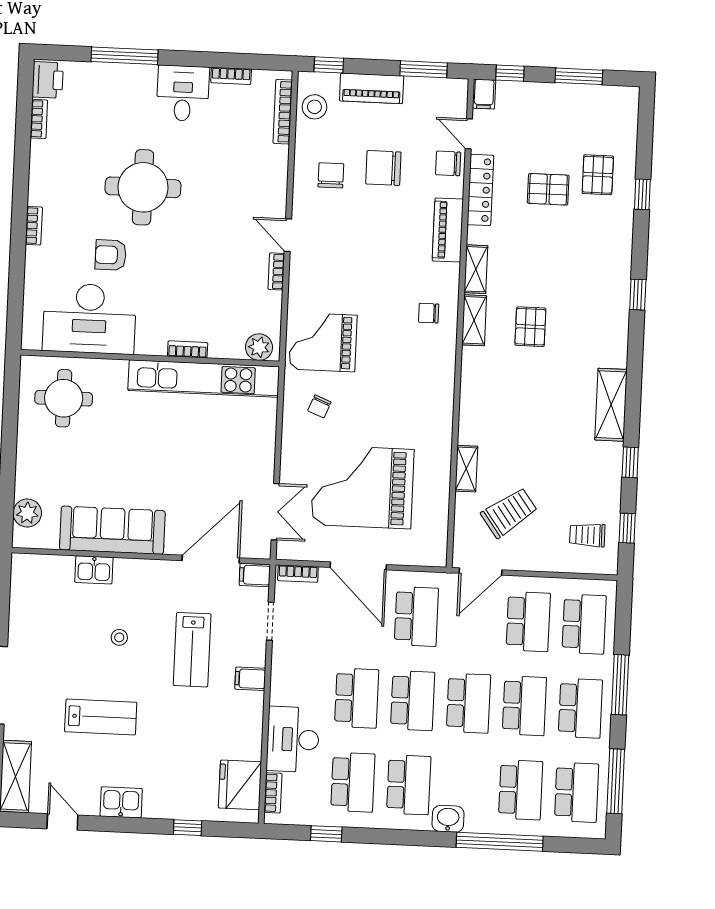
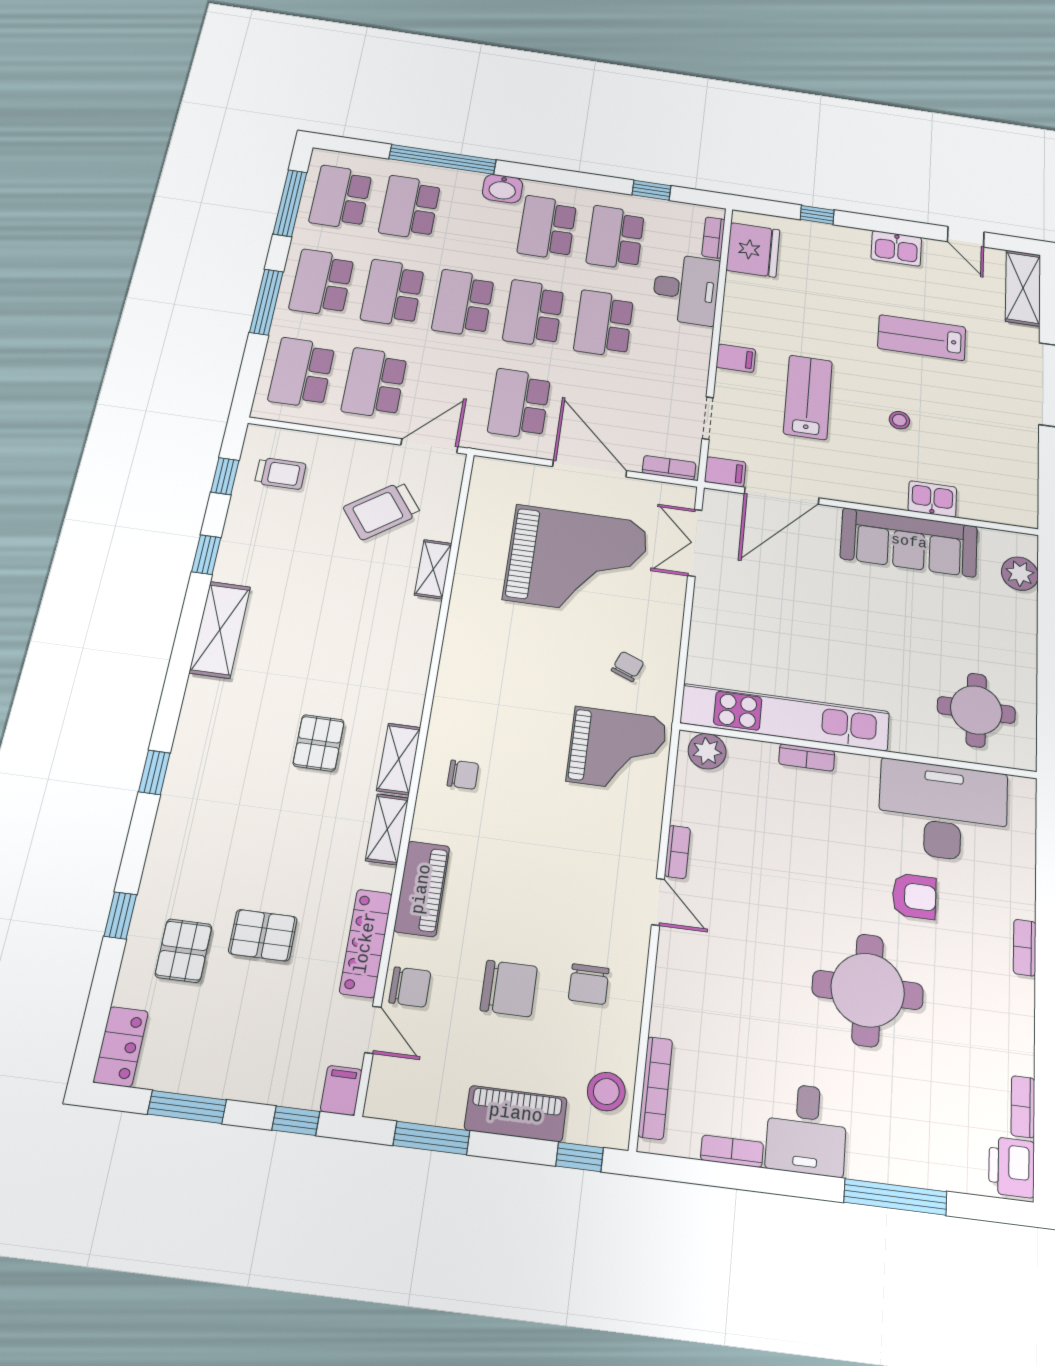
locker: (627, 110) -> (121, 1047), added

